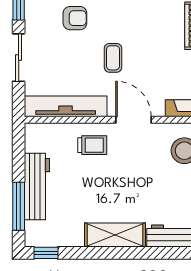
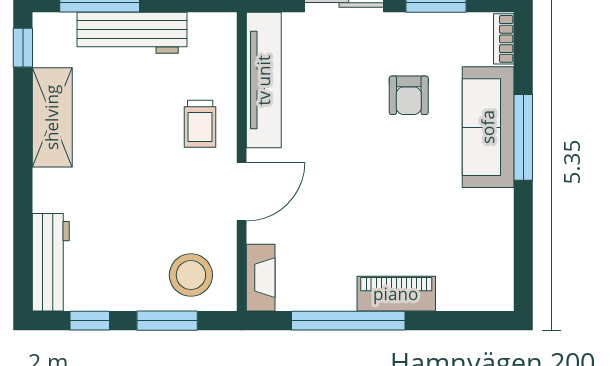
coffee table: (113, 58) -> (344, 158), removed
shelving: (115, 235) -> (52, 117), moved

